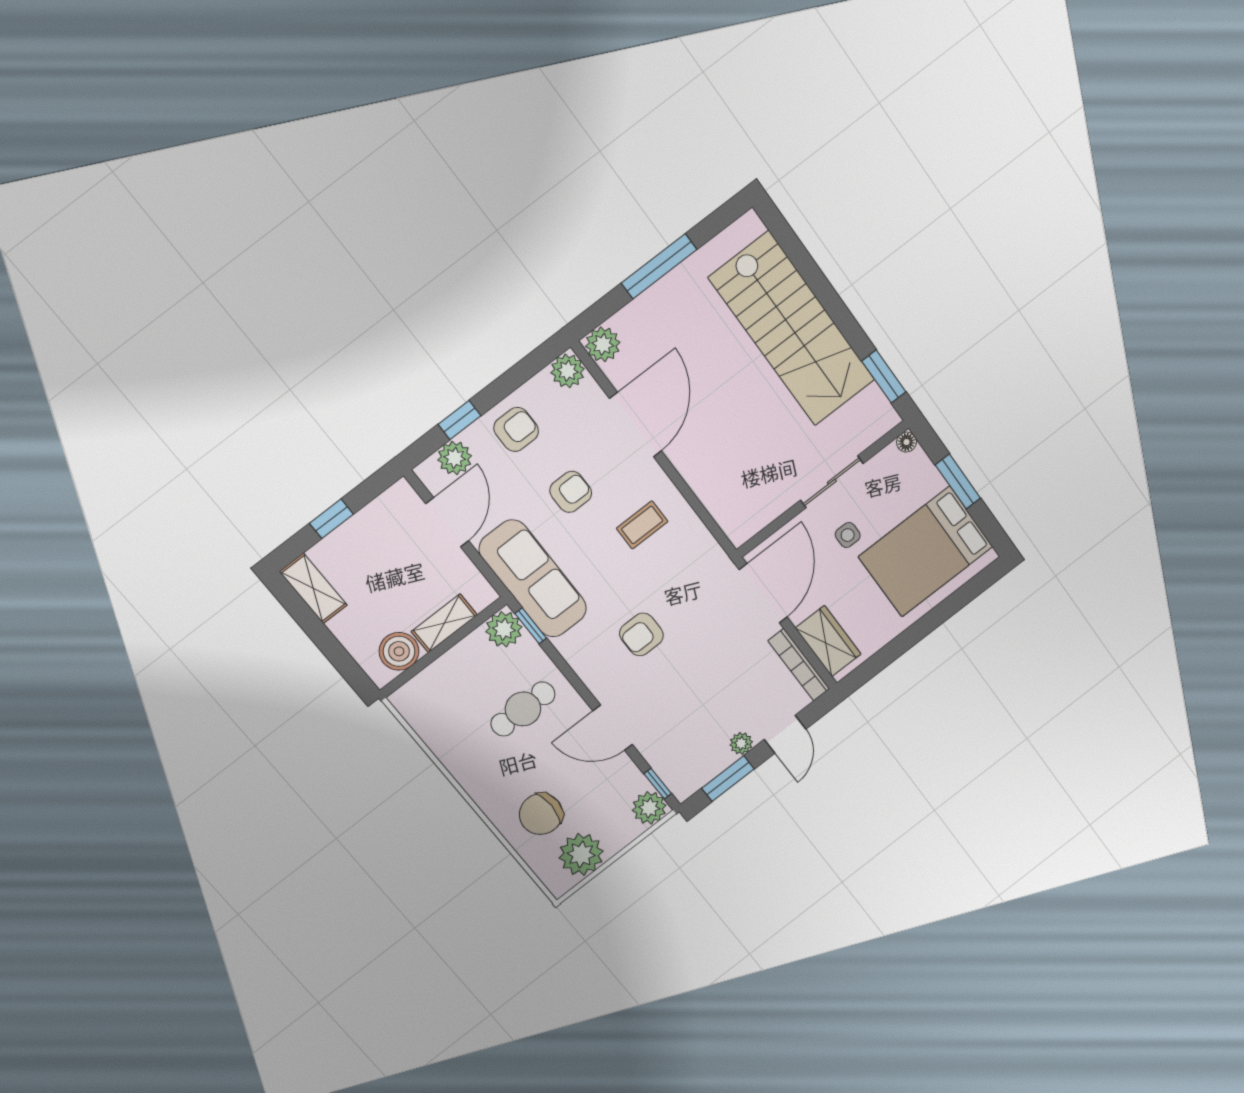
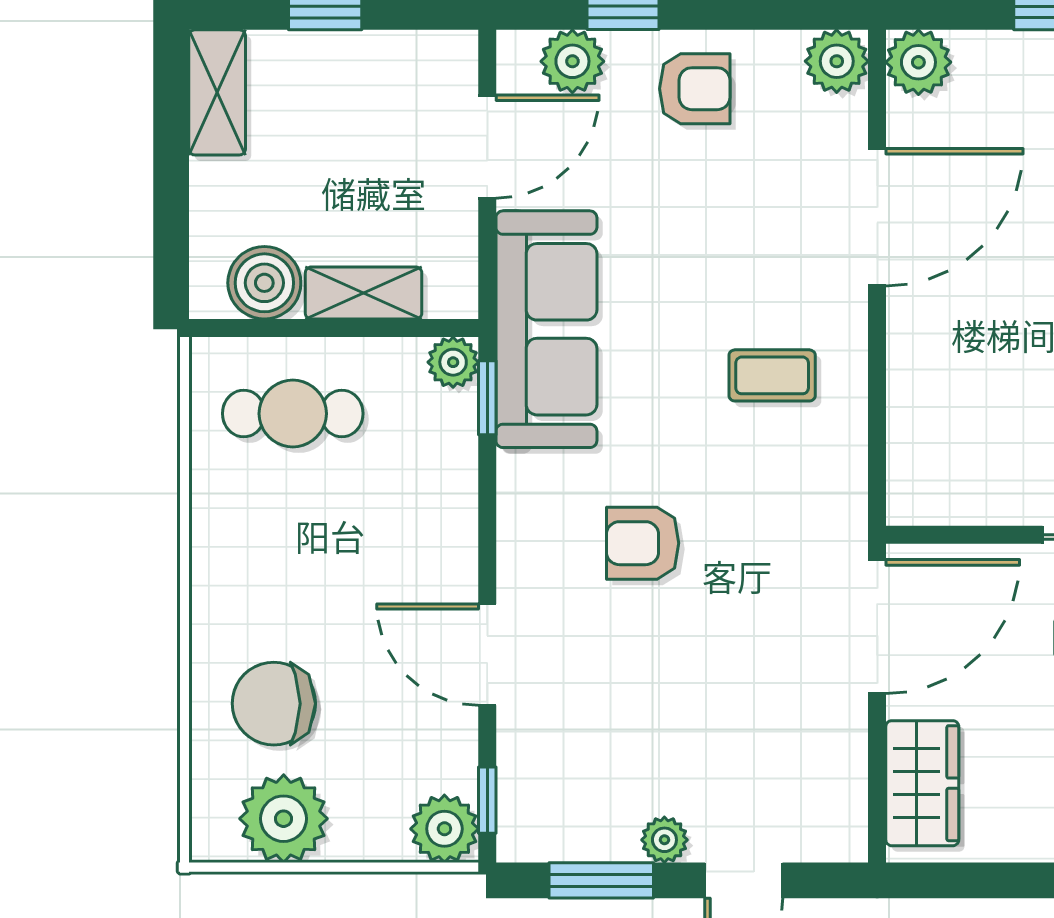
armchair: (571, 492) -> (704, 243), removed
plant: (504, 629) -> (453, 362), width x0.73, depth x0.73
bookcase: (799, 665) -> (848, 785), removed
cafe table: (523, 709) -> (293, 414), moved

